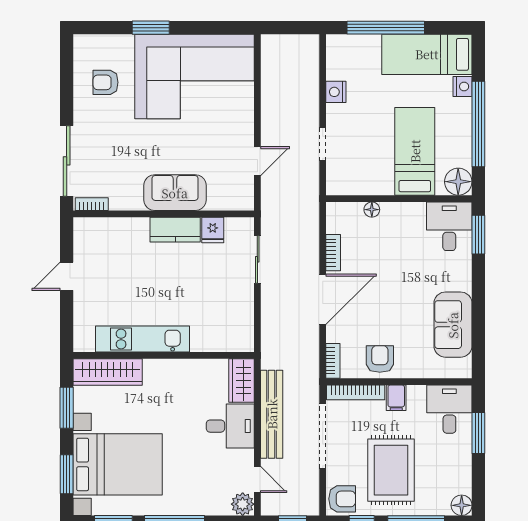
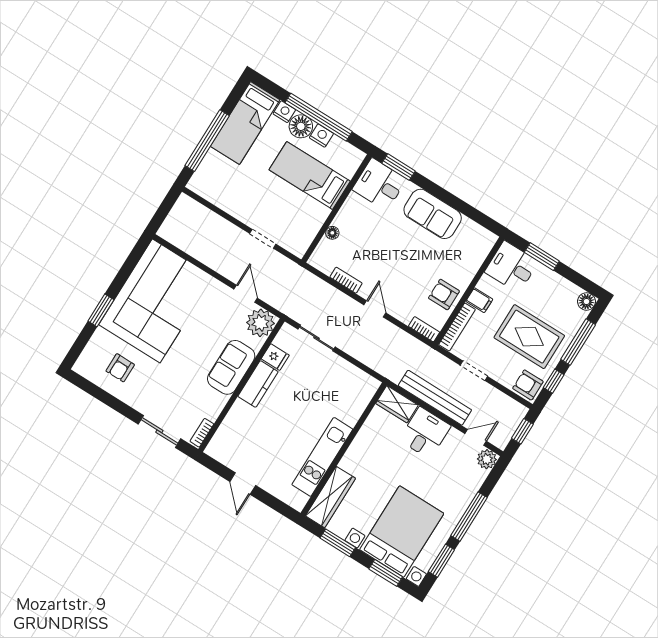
nightstand: (336, 92) -> (321, 136), moved, turned 180
sliding door: (67, 161) -> (159, 431), width x0.73
floor lamp: (458, 182) -> (301, 126), moved
plant: (237, 194) -> (260, 323), added
door: (323, 299) -> (375, 309), width x0.53
sofa: (453, 325) -> (433, 214), moved
doorway: (323, 436) -> (474, 371), width x0.53
armchair: (342, 499) -> (528, 385), turned -90

